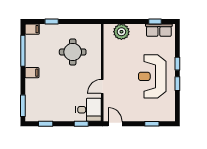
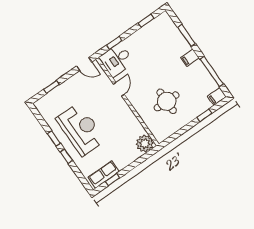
plant: (121, 32) -> (145, 144), moved
window: (23, 106) -> (187, 35), moved

